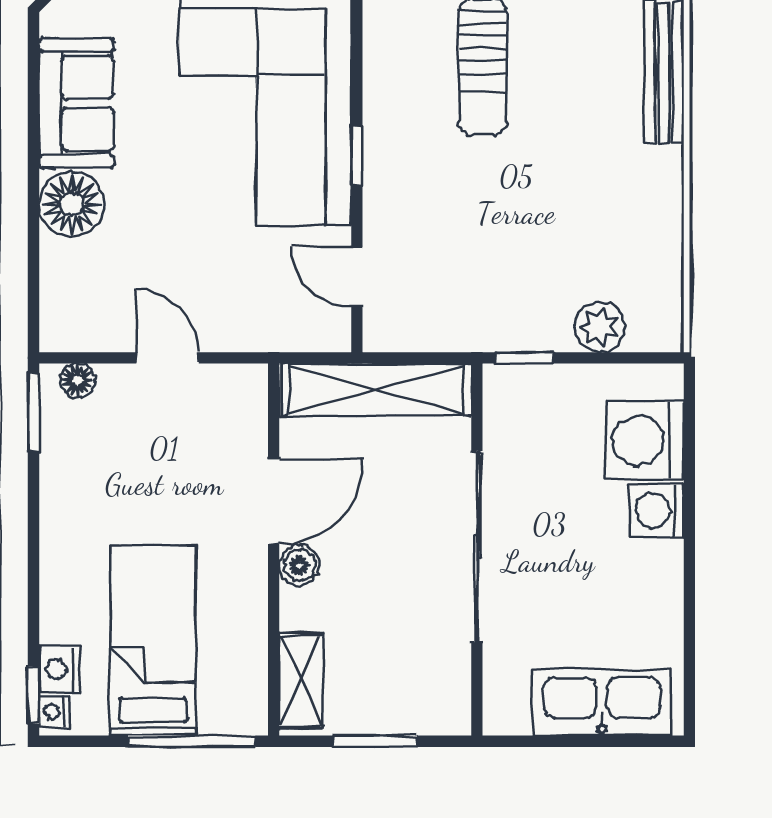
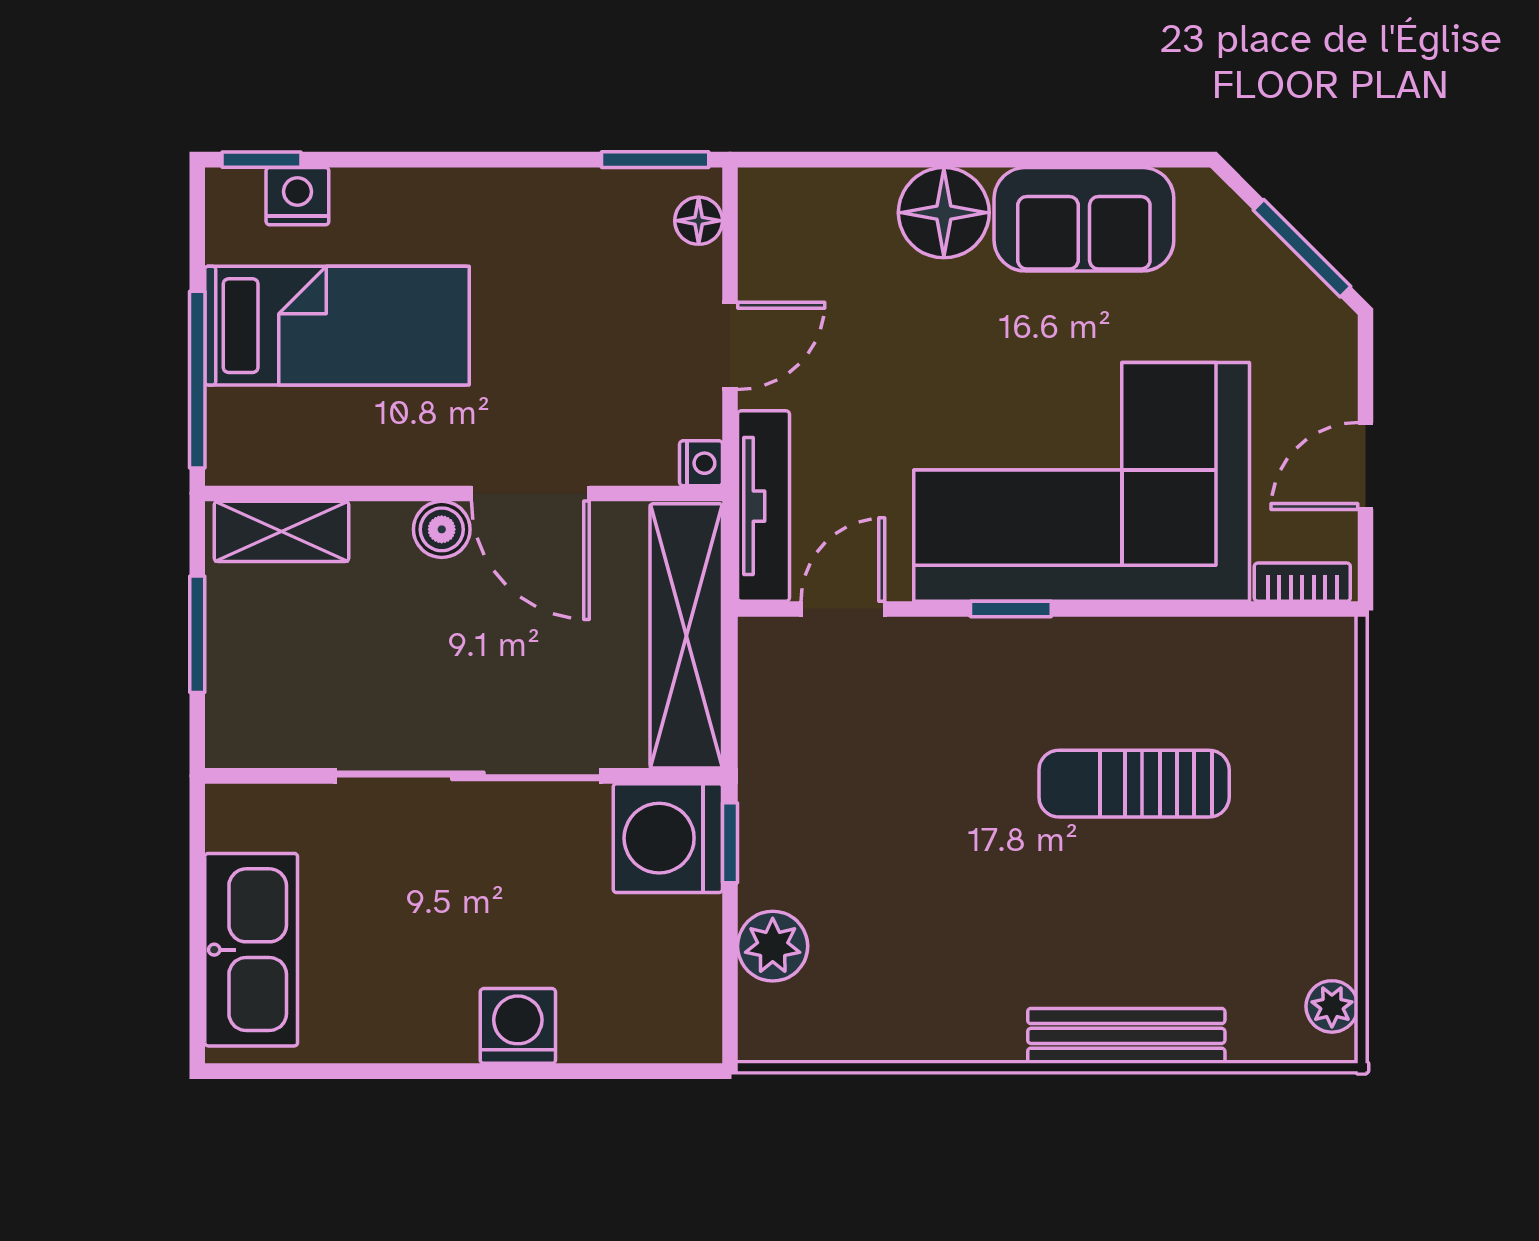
tv unit: (283, 334) -> (764, 506), added
washing machine: (645, 441) -> (668, 838), moved, turned -90
nightstand: (54, 712) -> (701, 463), moved, turned 90

